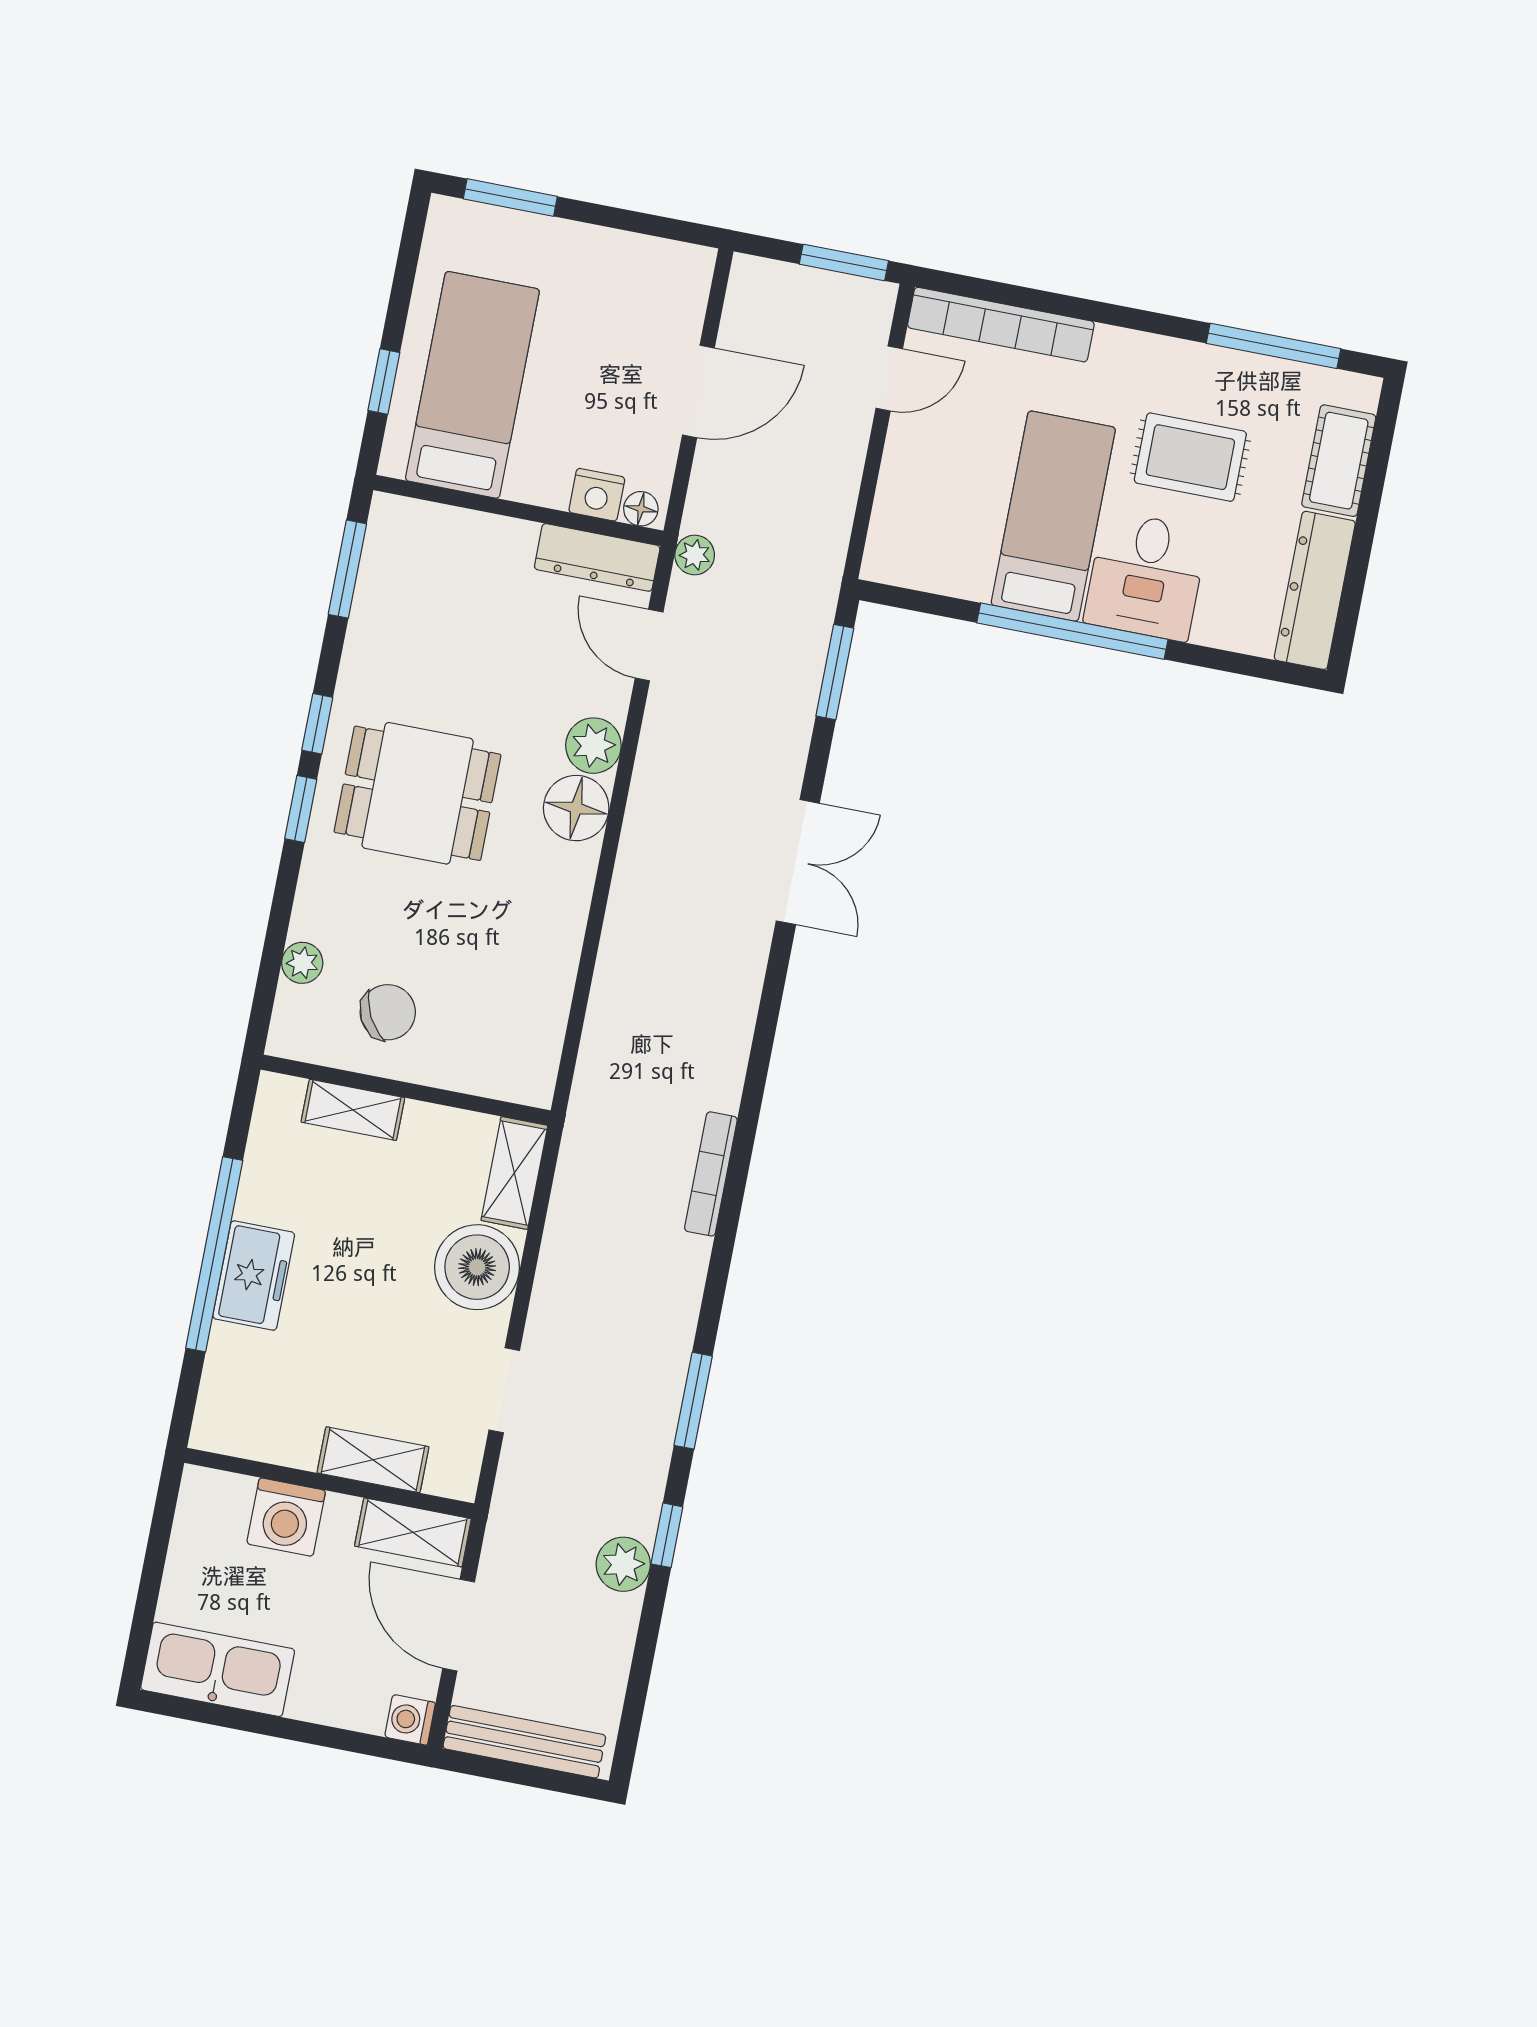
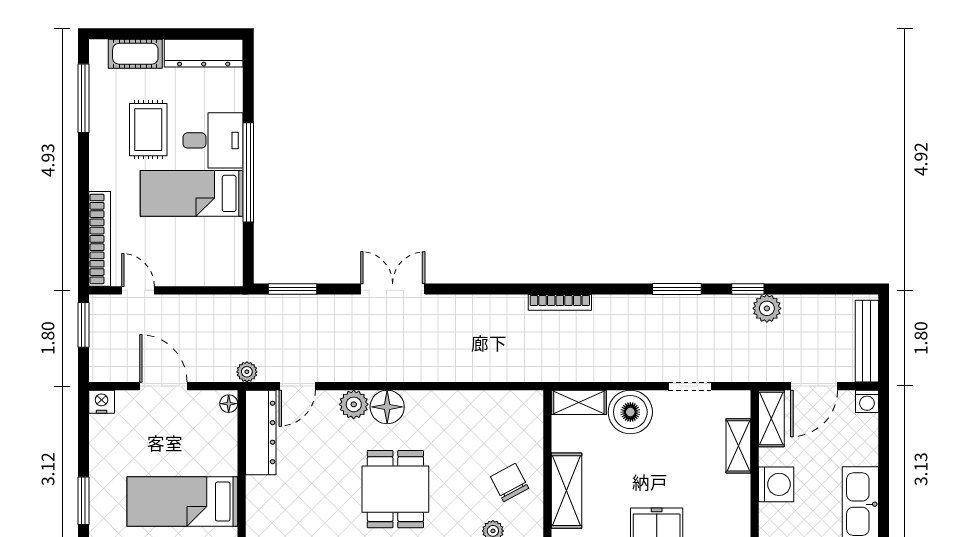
nightstand: (597, 495) -> (102, 402), moved, turned -90
dresser: (597, 557) -> (261, 432), width x1.37, depth x1.24
shelving: (353, 1110) -> (566, 491), width x1.50, depth x1.33

